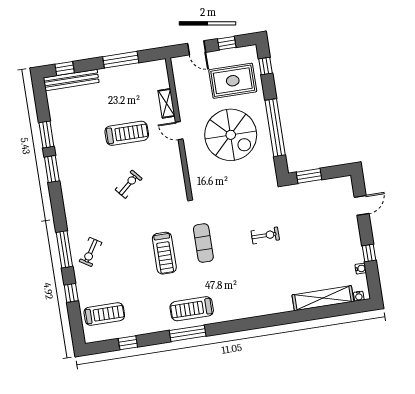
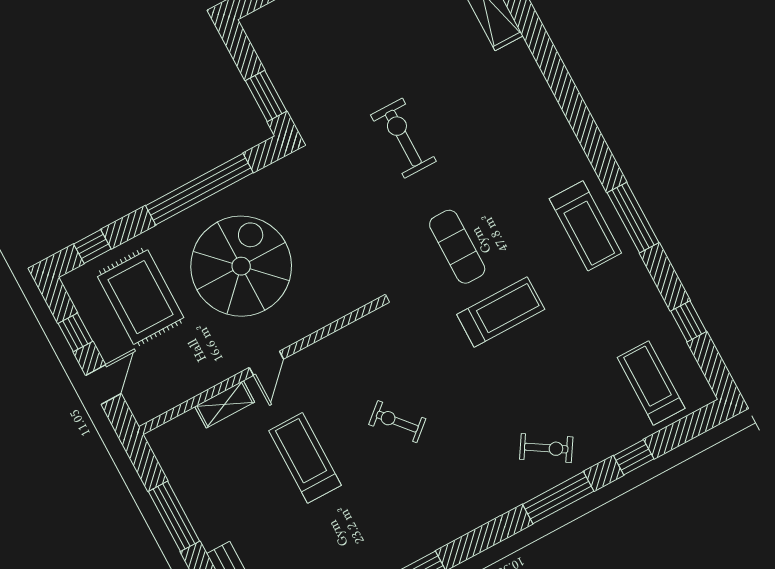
exercise bike: (265, 235) -> (403, 138), width x1.38, depth x1.39
exercise mat: (203, 243) -> (457, 247), turned 90

